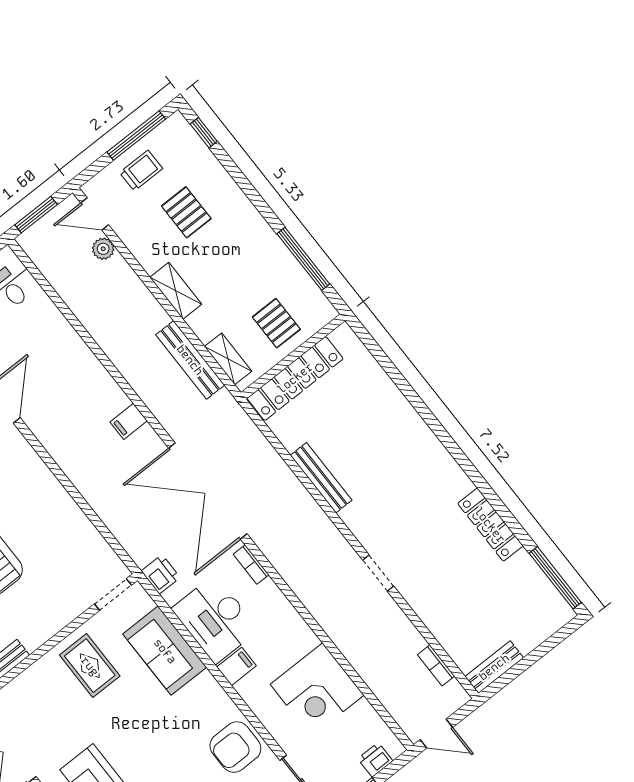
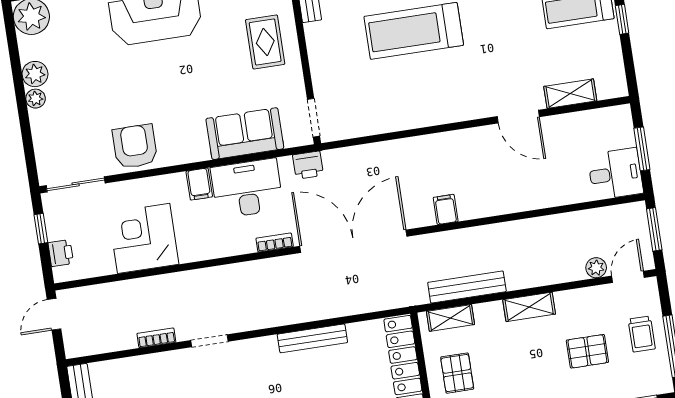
pallet: (276, 323) -> (457, 373), turned 90
bookcase: (436, 665) -> (156, 338), moved
rug: (90, 666) -> (265, 42), moved, turned 90

